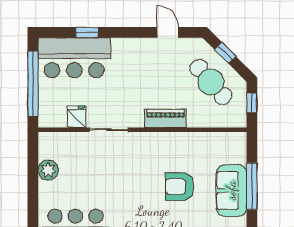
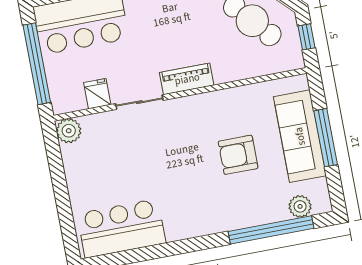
piano: (165, 118) -> (187, 79), moved
plant: (48, 170) -> (69, 131), moved
sofa: (231, 190) -> (300, 136), width x1.36

